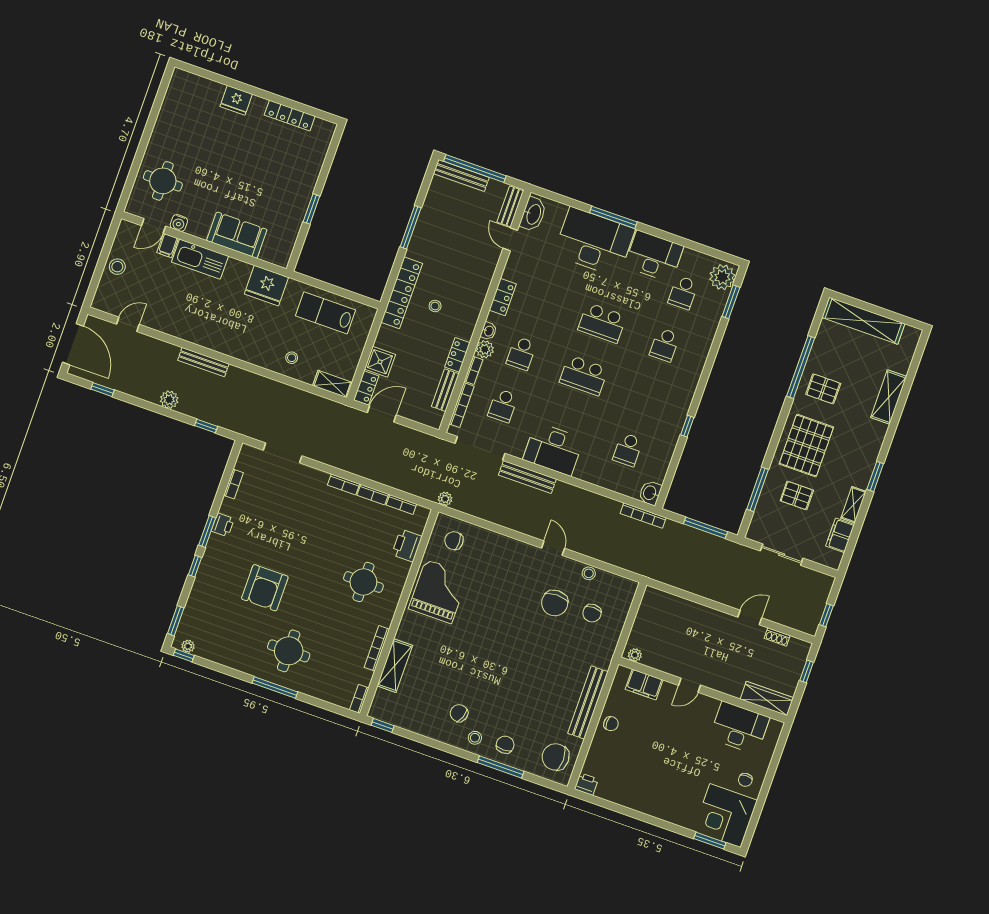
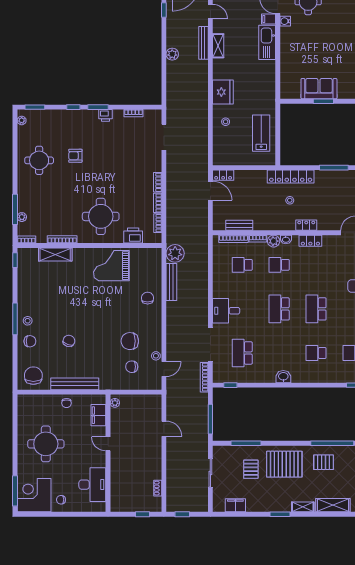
sofa: (237, 235) -> (319, 89), moved, turned -90
fridge: (266, 286) -> (223, 92), moved, turned 180
locker: (457, 355) -> (306, 225), moved
bench: (203, 362) -> (203, 43), moved
shower: (380, 362) -> (243, 178), removed
shelving: (332, 384) -> (218, 46), moved
pallet: (823, 389) -> (324, 462), turned 90
window: (206, 426) -> (164, 83), removed
window: (687, 426) -> (230, 385), moved
doorway: (480, 448) -> (210, 345), moved
desk: (553, 449) -> (226, 311), width x0.73
school desk: (628, 450) -> (242, 353), width x1.85
bench: (527, 477) -> (171, 282), moved
washbasin: (650, 493) -> (283, 377), moved
plant: (445, 499) -> (175, 253), width x1.88, depth x1.88
shelving: (854, 505) -> (303, 507), moved
chair: (454, 541) -> (148, 298), moved
door: (553, 548) -> (164, 369), moved
round table: (363, 582) -> (101, 216), width x1.36, depth x1.36
armchair: (265, 588) -> (75, 156), width x0.53, depth x0.53
grand piano: (439, 592) -> (111, 266), turned 180
door: (750, 617) -> (164, 429), moved
round table: (289, 651) -> (39, 160), moved
window: (184, 655) -> (15, 120), removed
window: (275, 687) -> (15, 209), moved
plant: (325, 694) -> (22, 217), added
wardrobe: (767, 699) -> (117, 495), removed
chair: (459, 713) -> (69, 341), moved
window: (500, 767) -> (15, 319), moved
round table: (659, 773) -> (46, 444), added
printer: (586, 784) -> (23, 401), removed
window: (710, 841) -> (15, 491), width x1.44

